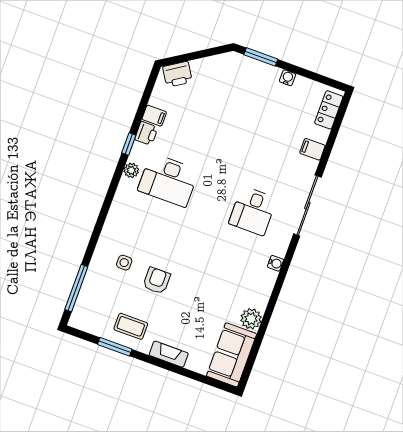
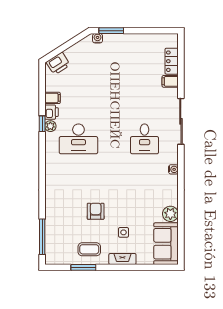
water cooler: (288, 78) -> (98, 38), moved
locker: (329, 110) -> (172, 61), moved
plant: (131, 170) -> (50, 126), moved
side table: (124, 263) -> (124, 232), moved

